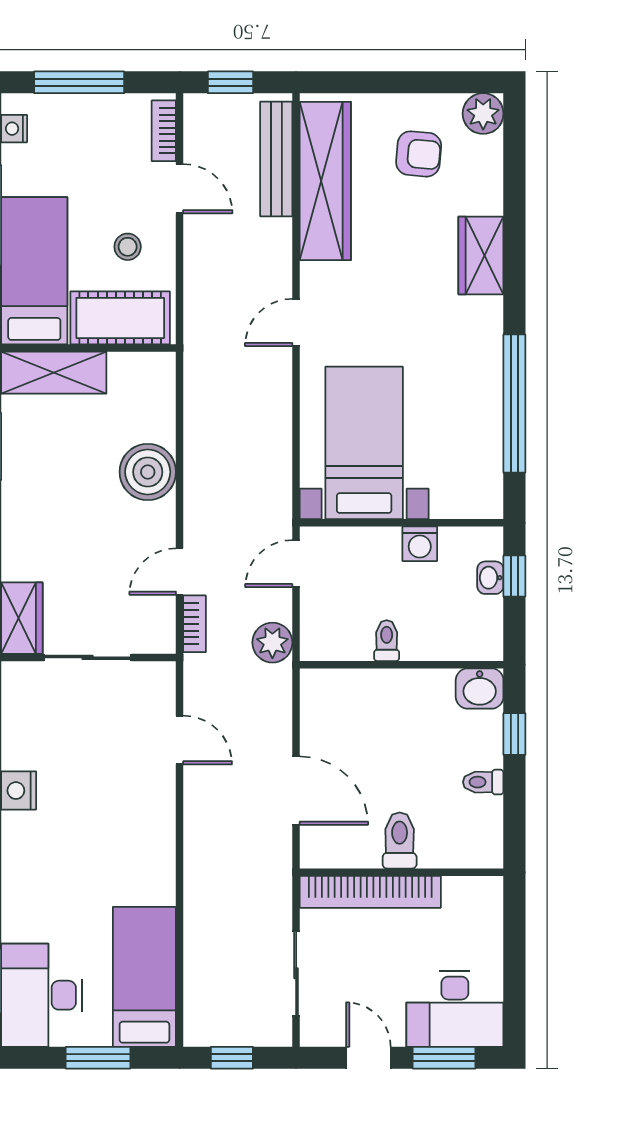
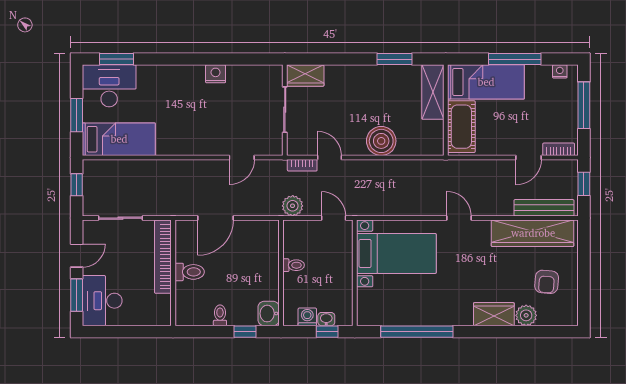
plant: (483, 114) -> (526, 315), moved
stool: (128, 247) -> (498, 130), removed
washing machine: (420, 544) -> (307, 317), moved, turned 90

